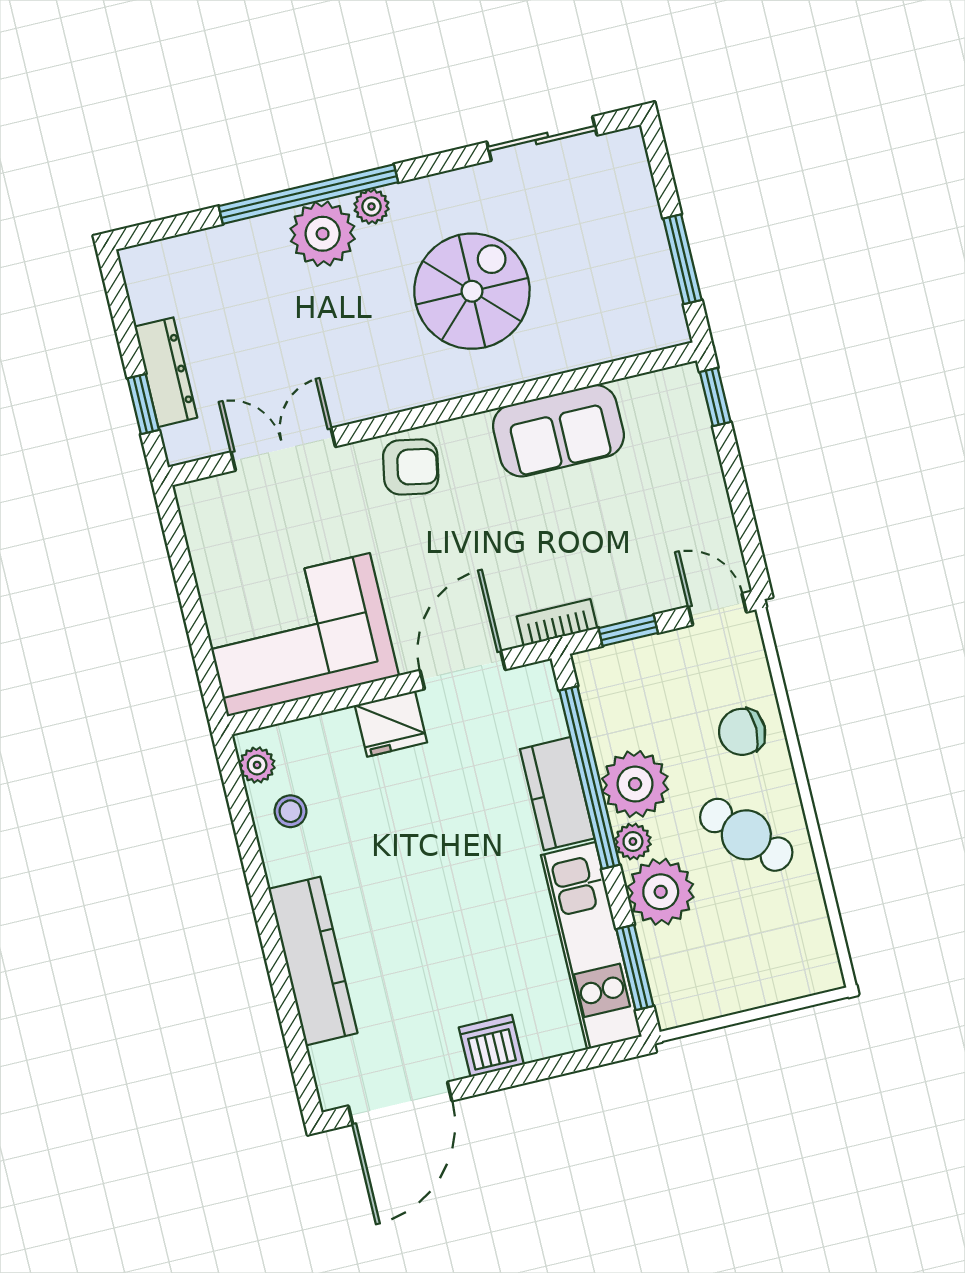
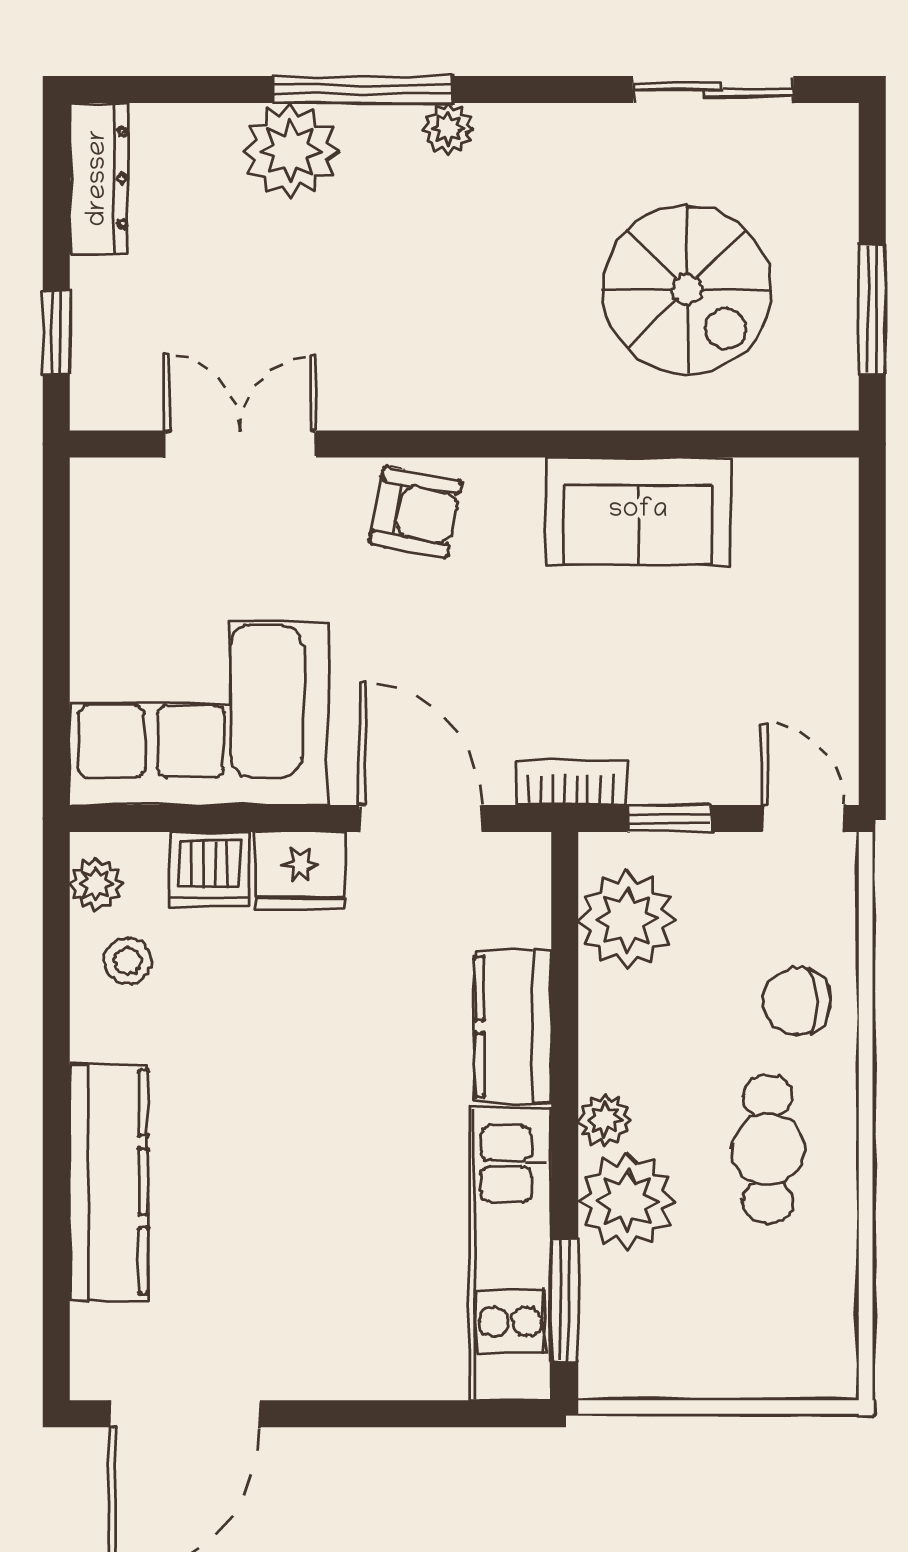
window: (308, 194) -> (362, 90), width x0.68
plant: (323, 234) -> (290, 151), moved
spiral stairs: (472, 291) -> (687, 289), moved, turned 90
dresser: (166, 372) -> (99, 178), moved
window: (715, 397) -> (872, 516), removed
door: (463, 670) -> (420, 819), hinge flipped
window: (590, 778) -> (565, 1015), removed
plant: (635, 784) -> (627, 920), moved
cafe table: (746, 835) -> (768, 1149), turned 44
dishwasher: (491, 1046) -> (210, 869), moved, turned 180

